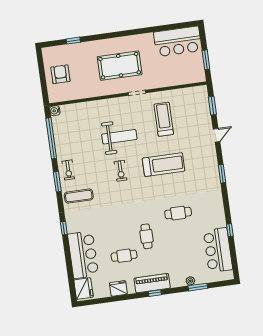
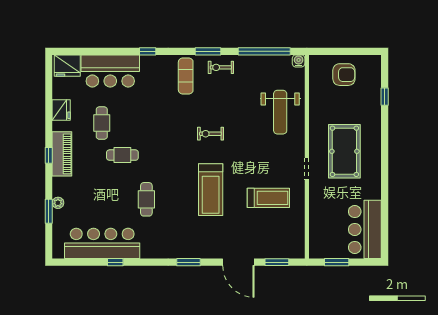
door: (217, 135) -> (238, 262), width x1.87
weight bench: (119, 137) -> (280, 112), moved
bar counter: (218, 250) -> (102, 243), width x1.36

